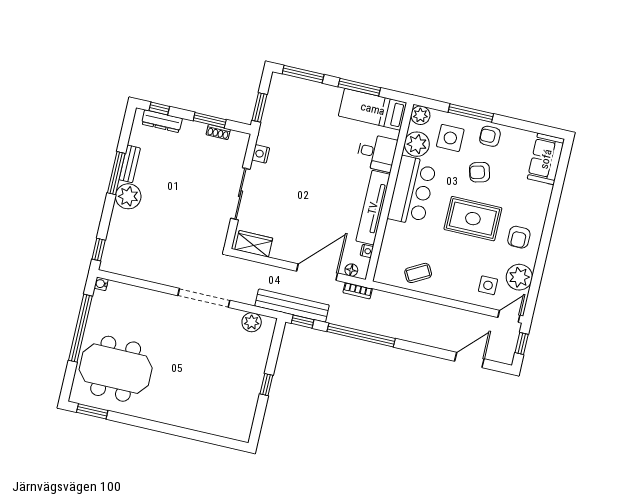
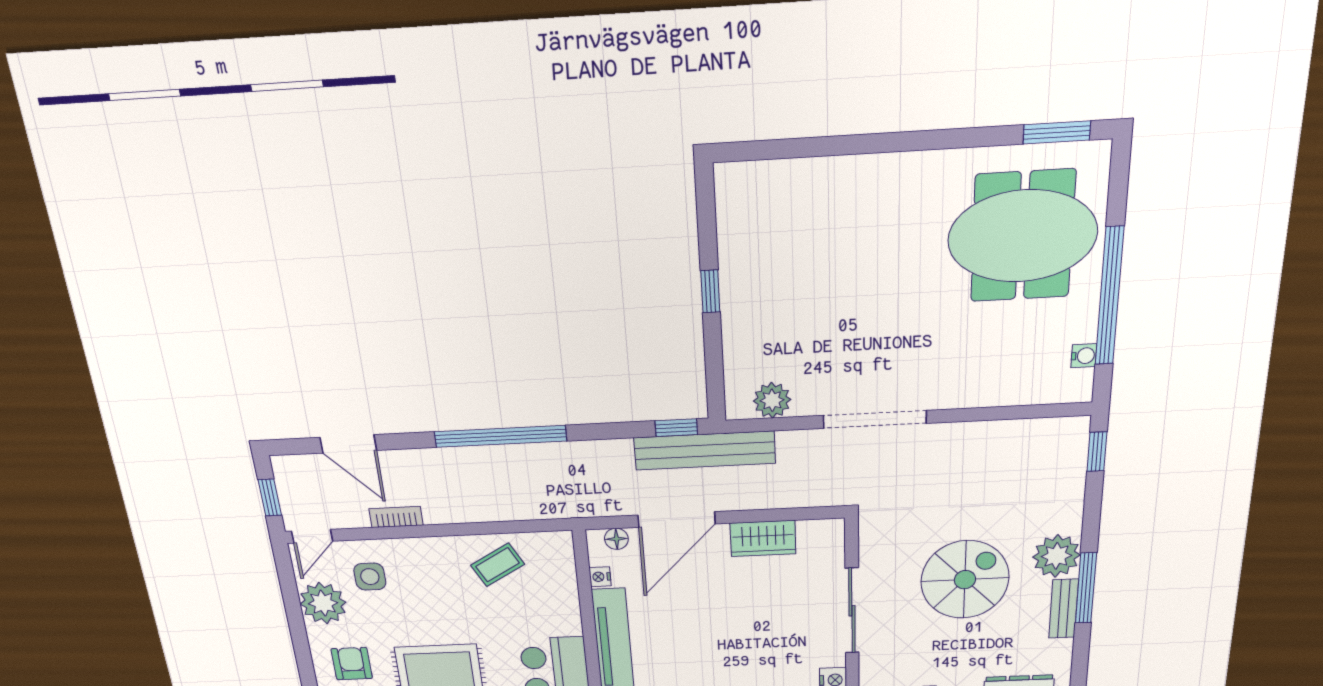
spiral stairs: (178, 196) -> (965, 580), added
wardrobe: (254, 244) -> (763, 538), moved
water cooler: (101, 284) -> (1084, 356), moved
bookcase: (358, 291) -> (396, 517), moved
window: (361, 335) -> (501, 436), moved
door: (469, 360) -> (348, 444), hinge flipped

